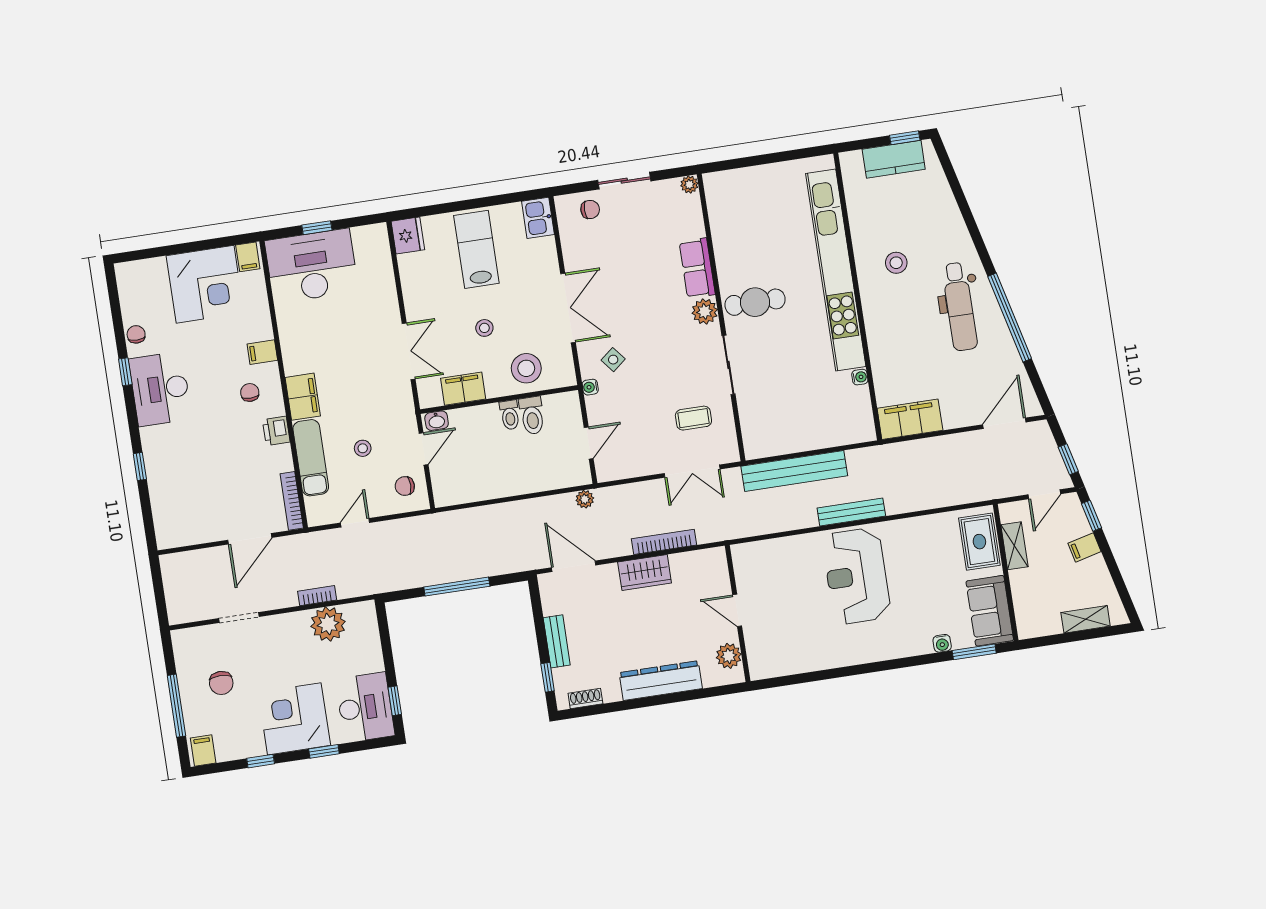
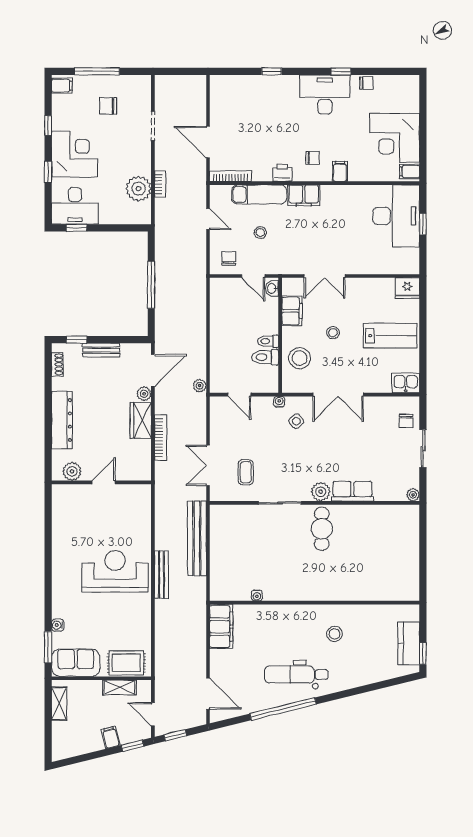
kitchen unit: (836, 270) -> (336, 590), removed
plant: (607, 574) -> (144, 394), added
shelving: (1086, 619) -> (59, 704), moved

